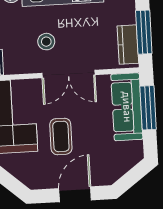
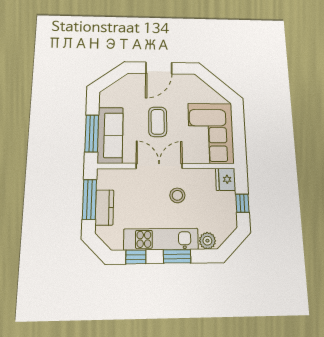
kitchen counter: (128, 45) -> (104, 207), moved
coffee table: (61, 136) -> (158, 122), moved

